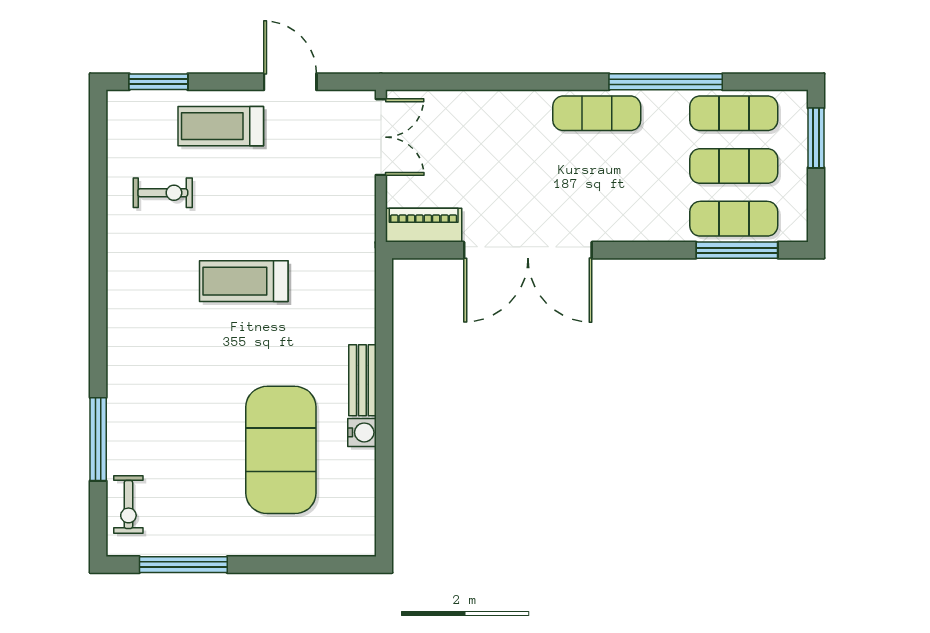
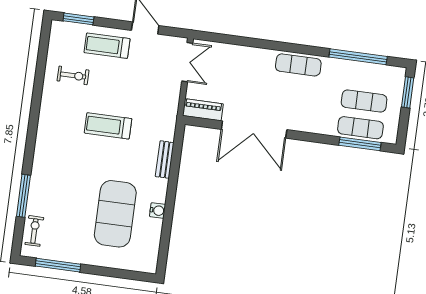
window: (666, 82) -> (358, 57), moved
exercise mat: (734, 113) -> (368, 74), removed
bench: (362, 380) -> (165, 160), moved
exercise bike: (128, 504) -> (34, 231), turned 180

